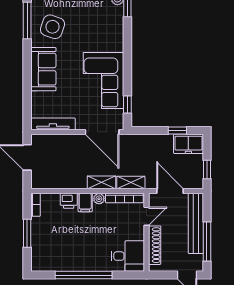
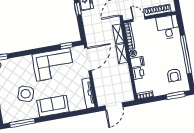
side table: (52, 27) -> (26, 94), moved
window: (27, 233) -> (176, 95), moved
armchair: (56, 252) -> (174, 75), added

